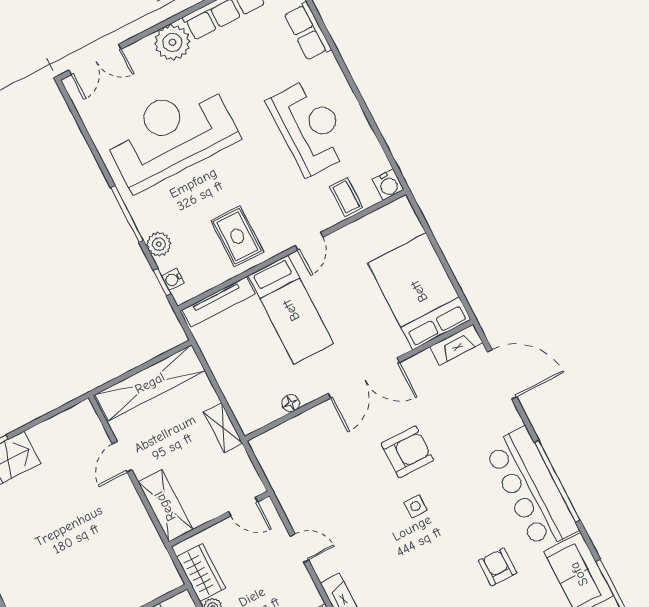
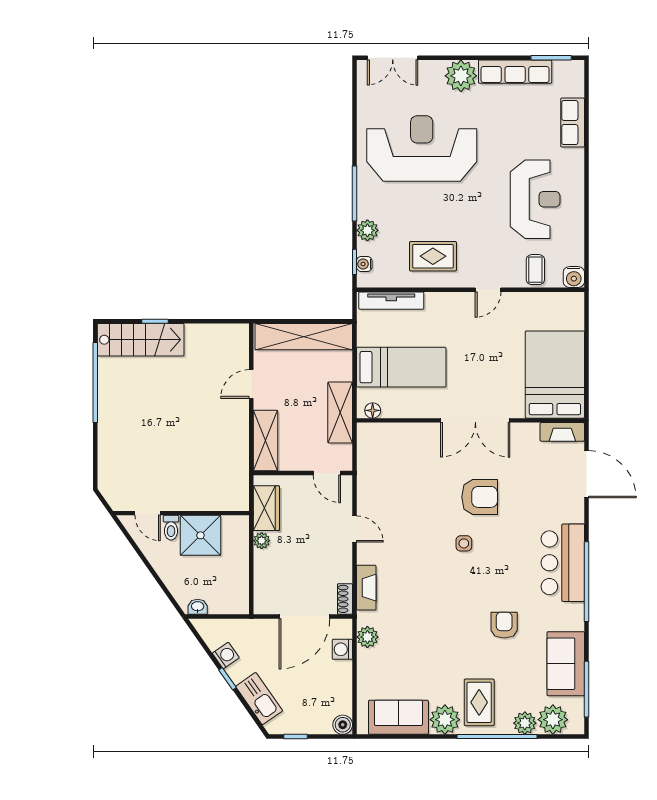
rug: (237, 236) -> (433, 256), turned 90
bed: (291, 310) -> (401, 367), moved, turned -90
floor lamp: (291, 403) -> (373, 410), moved
shelving: (223, 428) -> (340, 413), width x1.50, depth x1.33
bar counter: (531, 489) -> (563, 563), width x0.73

